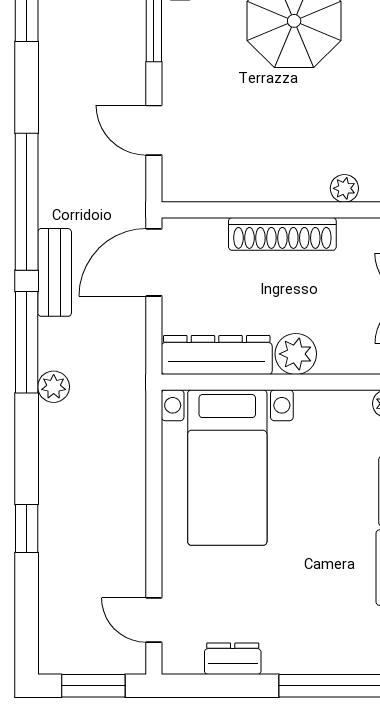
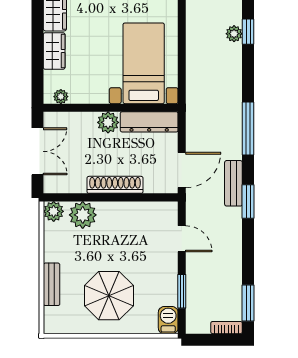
plant: (344, 188) -> (83, 215), width x1.87, depth x1.87
window: (27, 202) -> (248, 202), width x0.47
bench: (55, 272) -> (233, 183), moved
plant: (54, 387) -> (234, 34), moved

